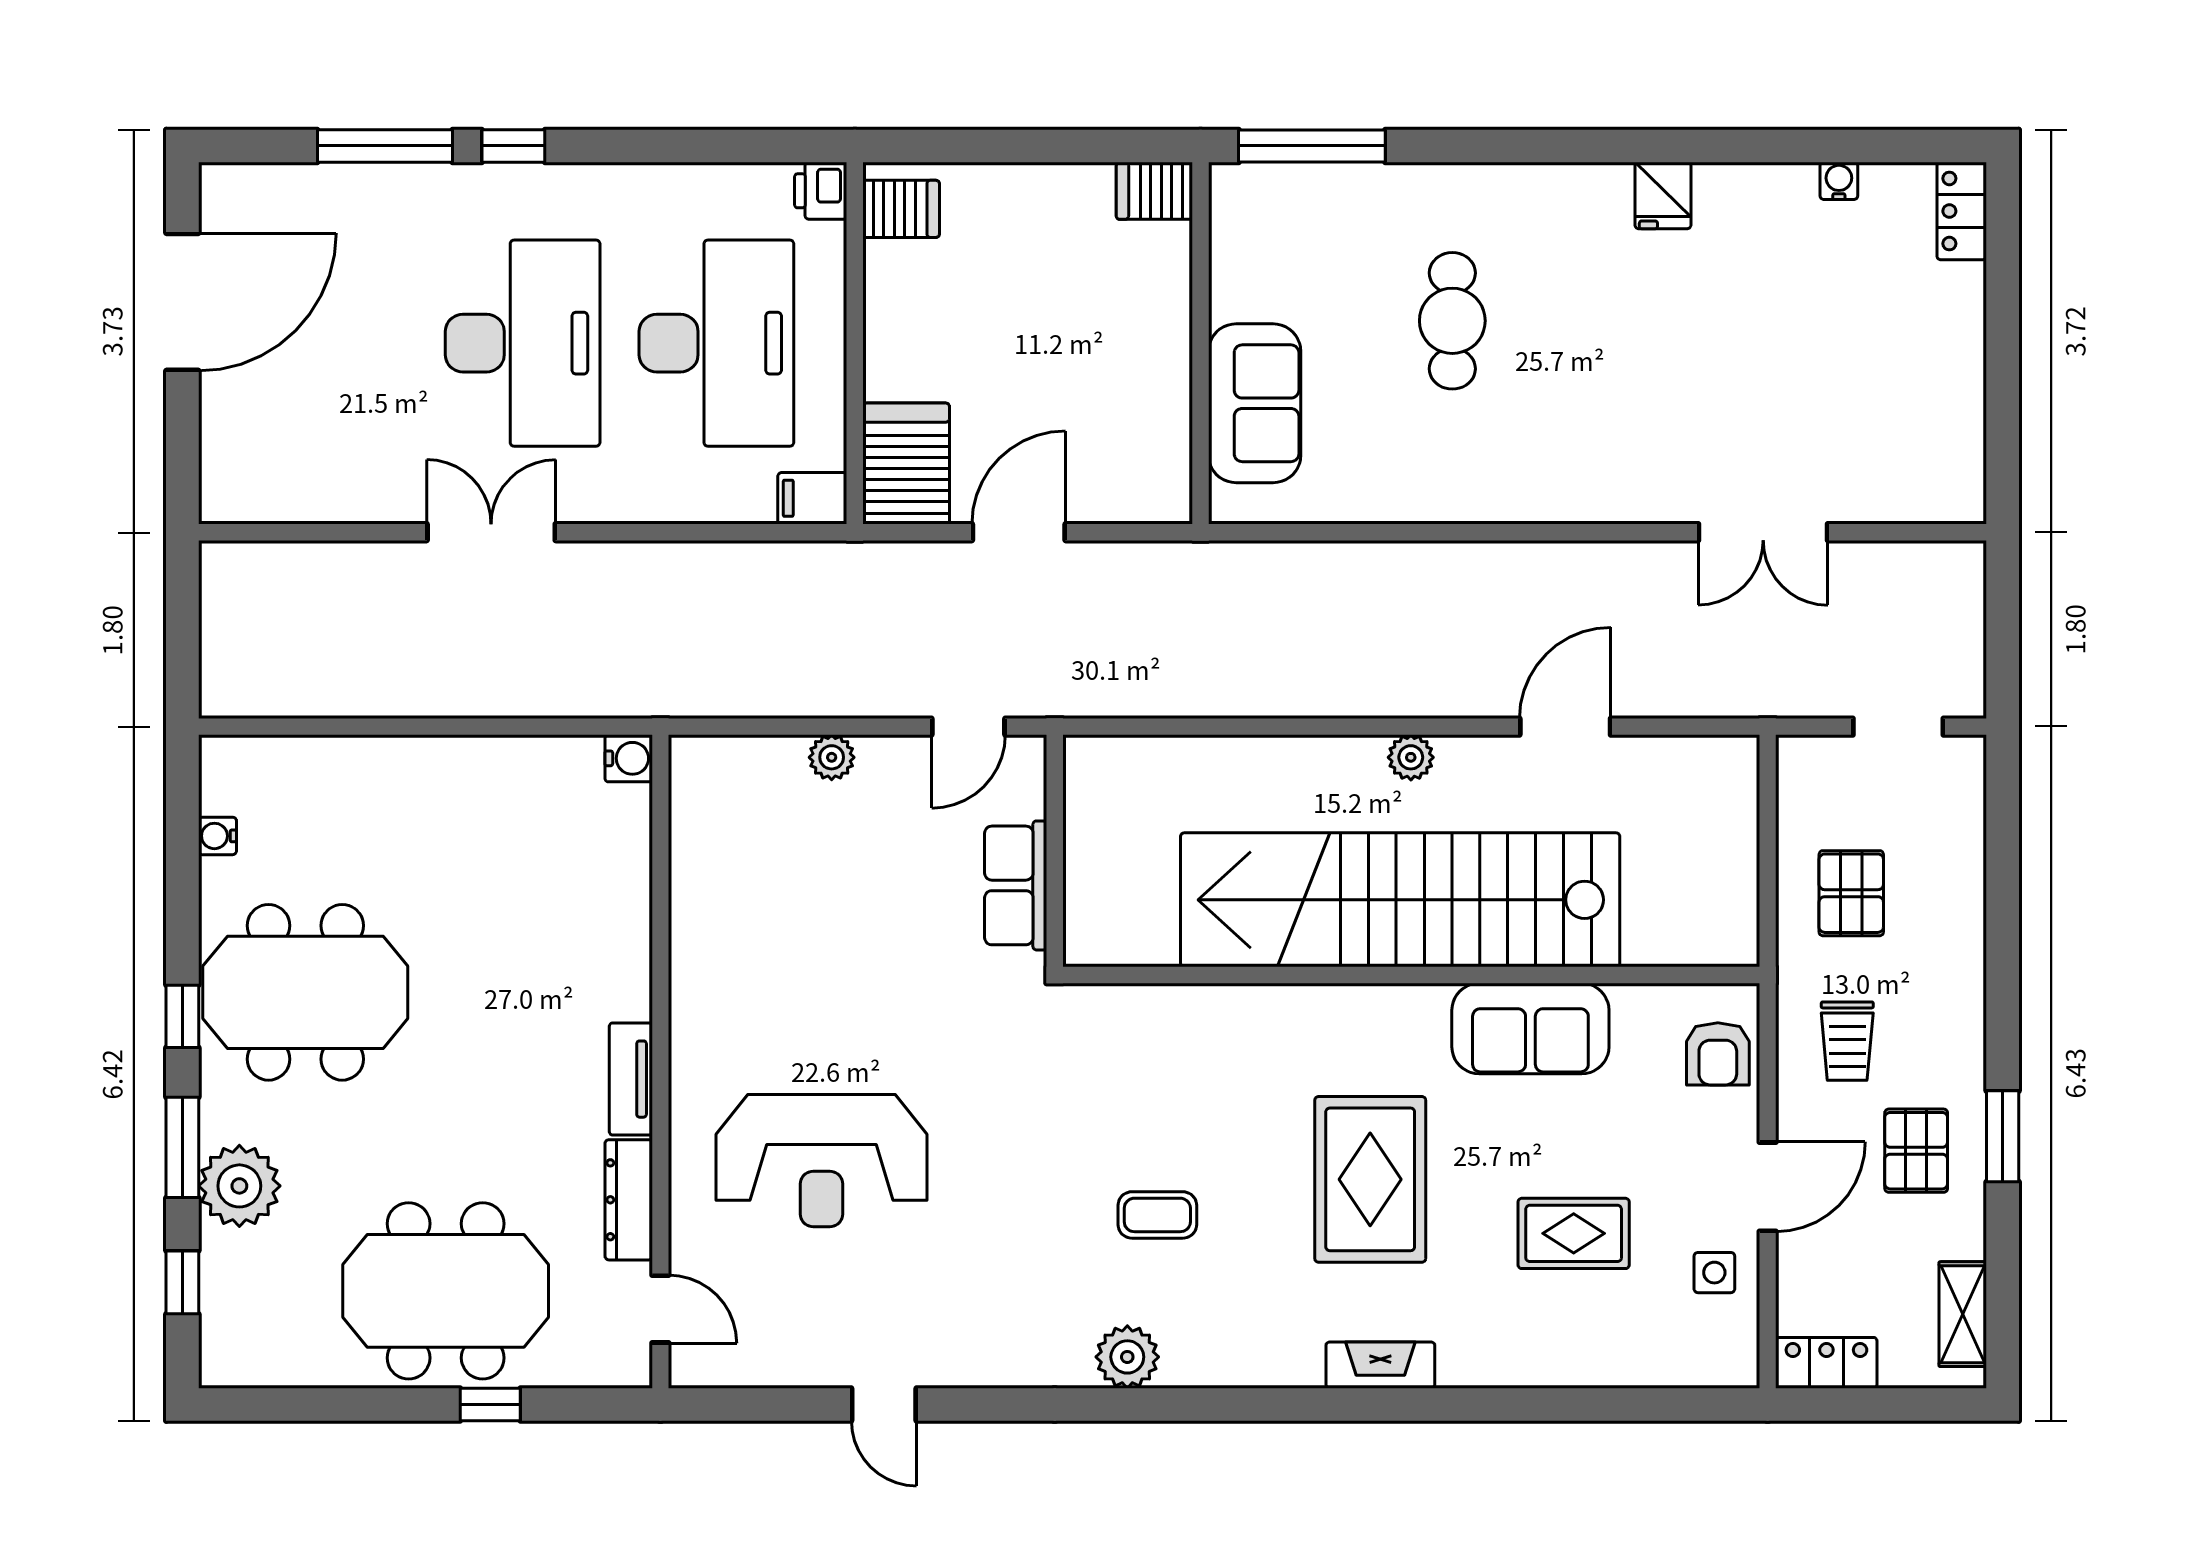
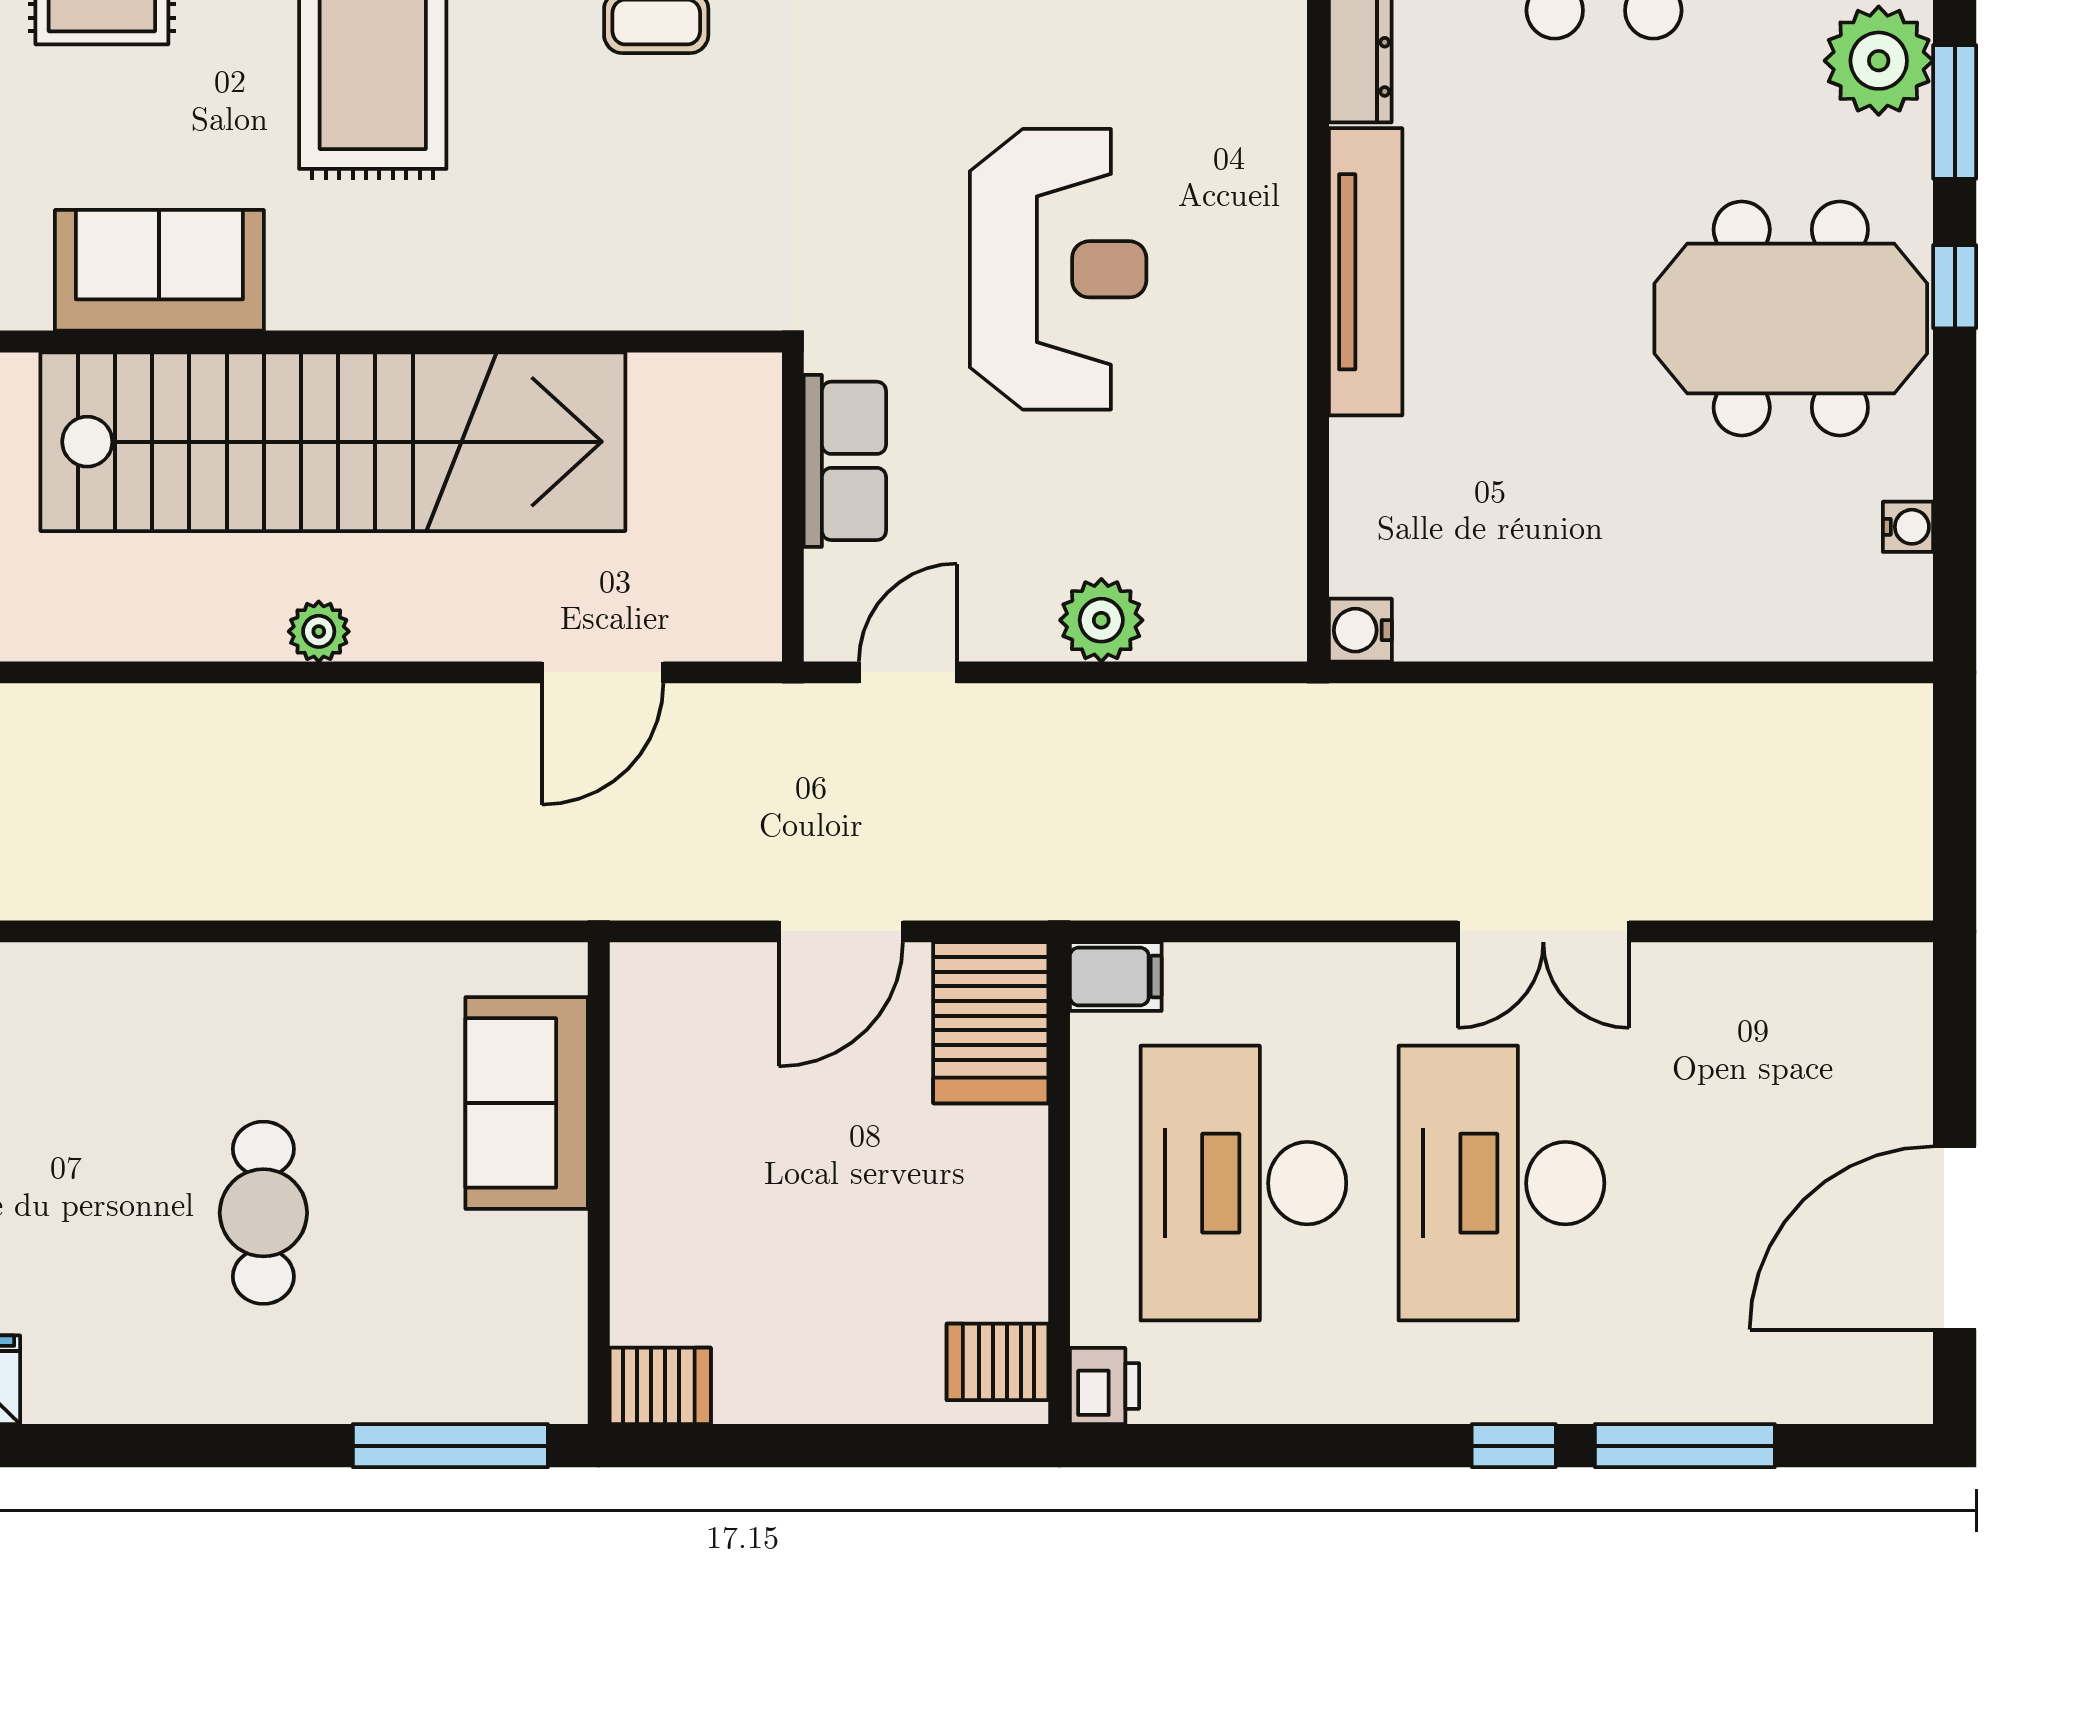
door: (1565, 727) -> (603, 672), moved
plant: (832, 757) -> (1101, 620), width x1.38, depth x1.38
tv unit: (631, 1079) -> (1366, 272), width x1.92, depth x1.29
reception desk: (821, 1161) -> (1058, 269), moved, turned 90

